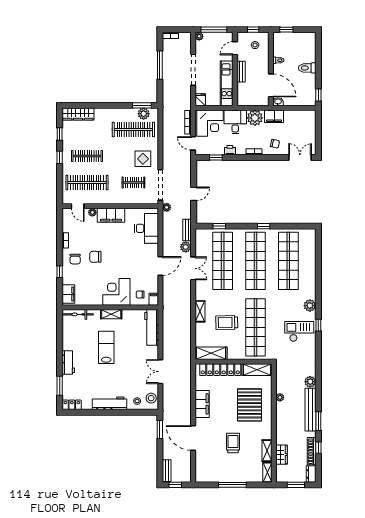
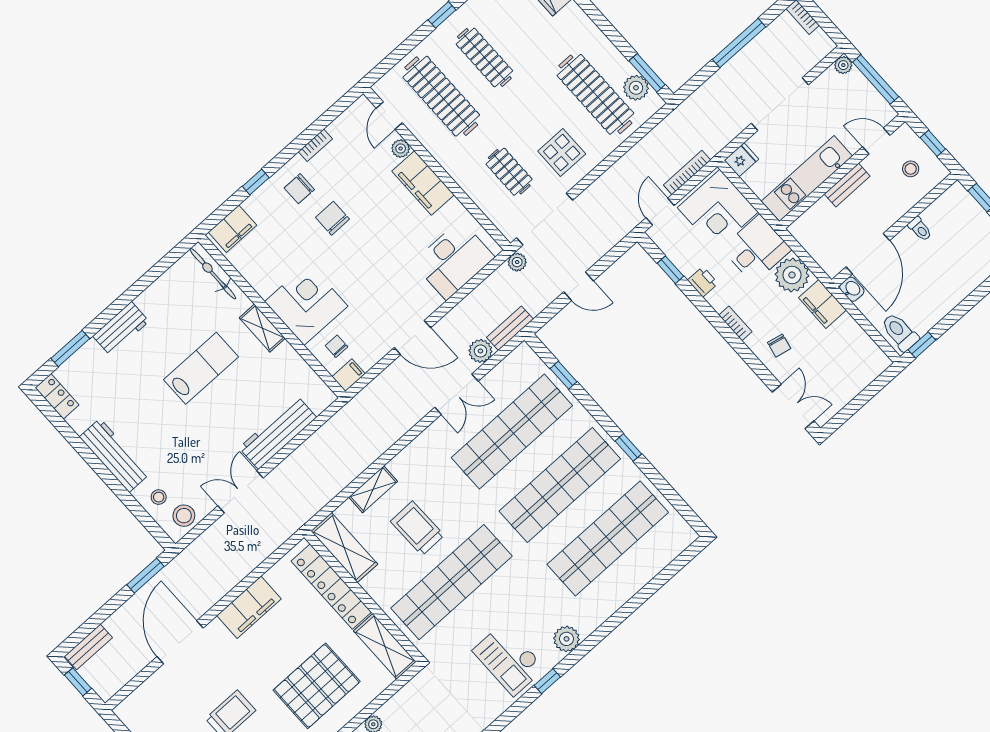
toilet: (307, 68) -> (900, 332), moved
shelving: (200, 311) -> (373, 489), moved
workbench: (152, 327) -> (278, 433), moved
checkout: (299, 331) -> (509, 659), turned 180

